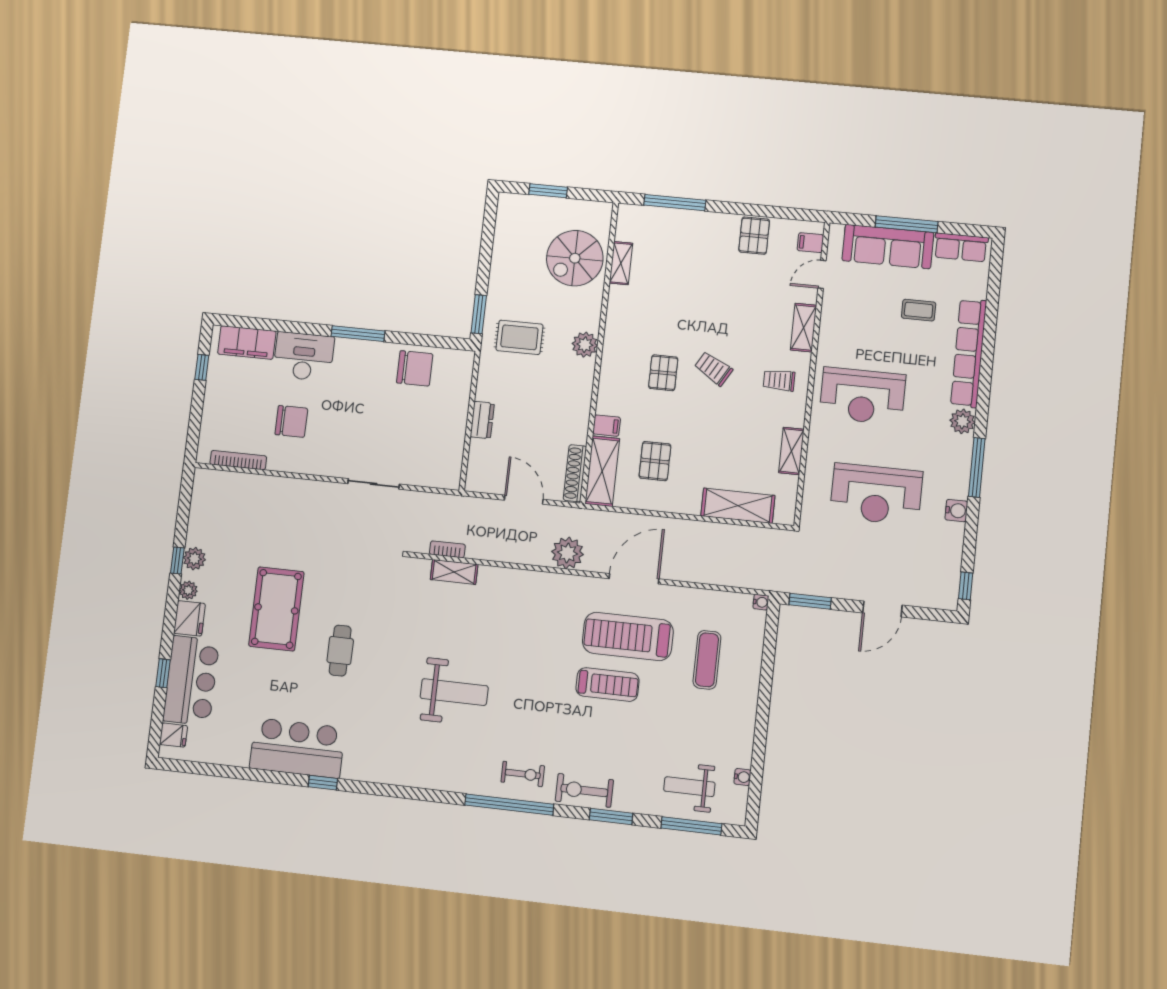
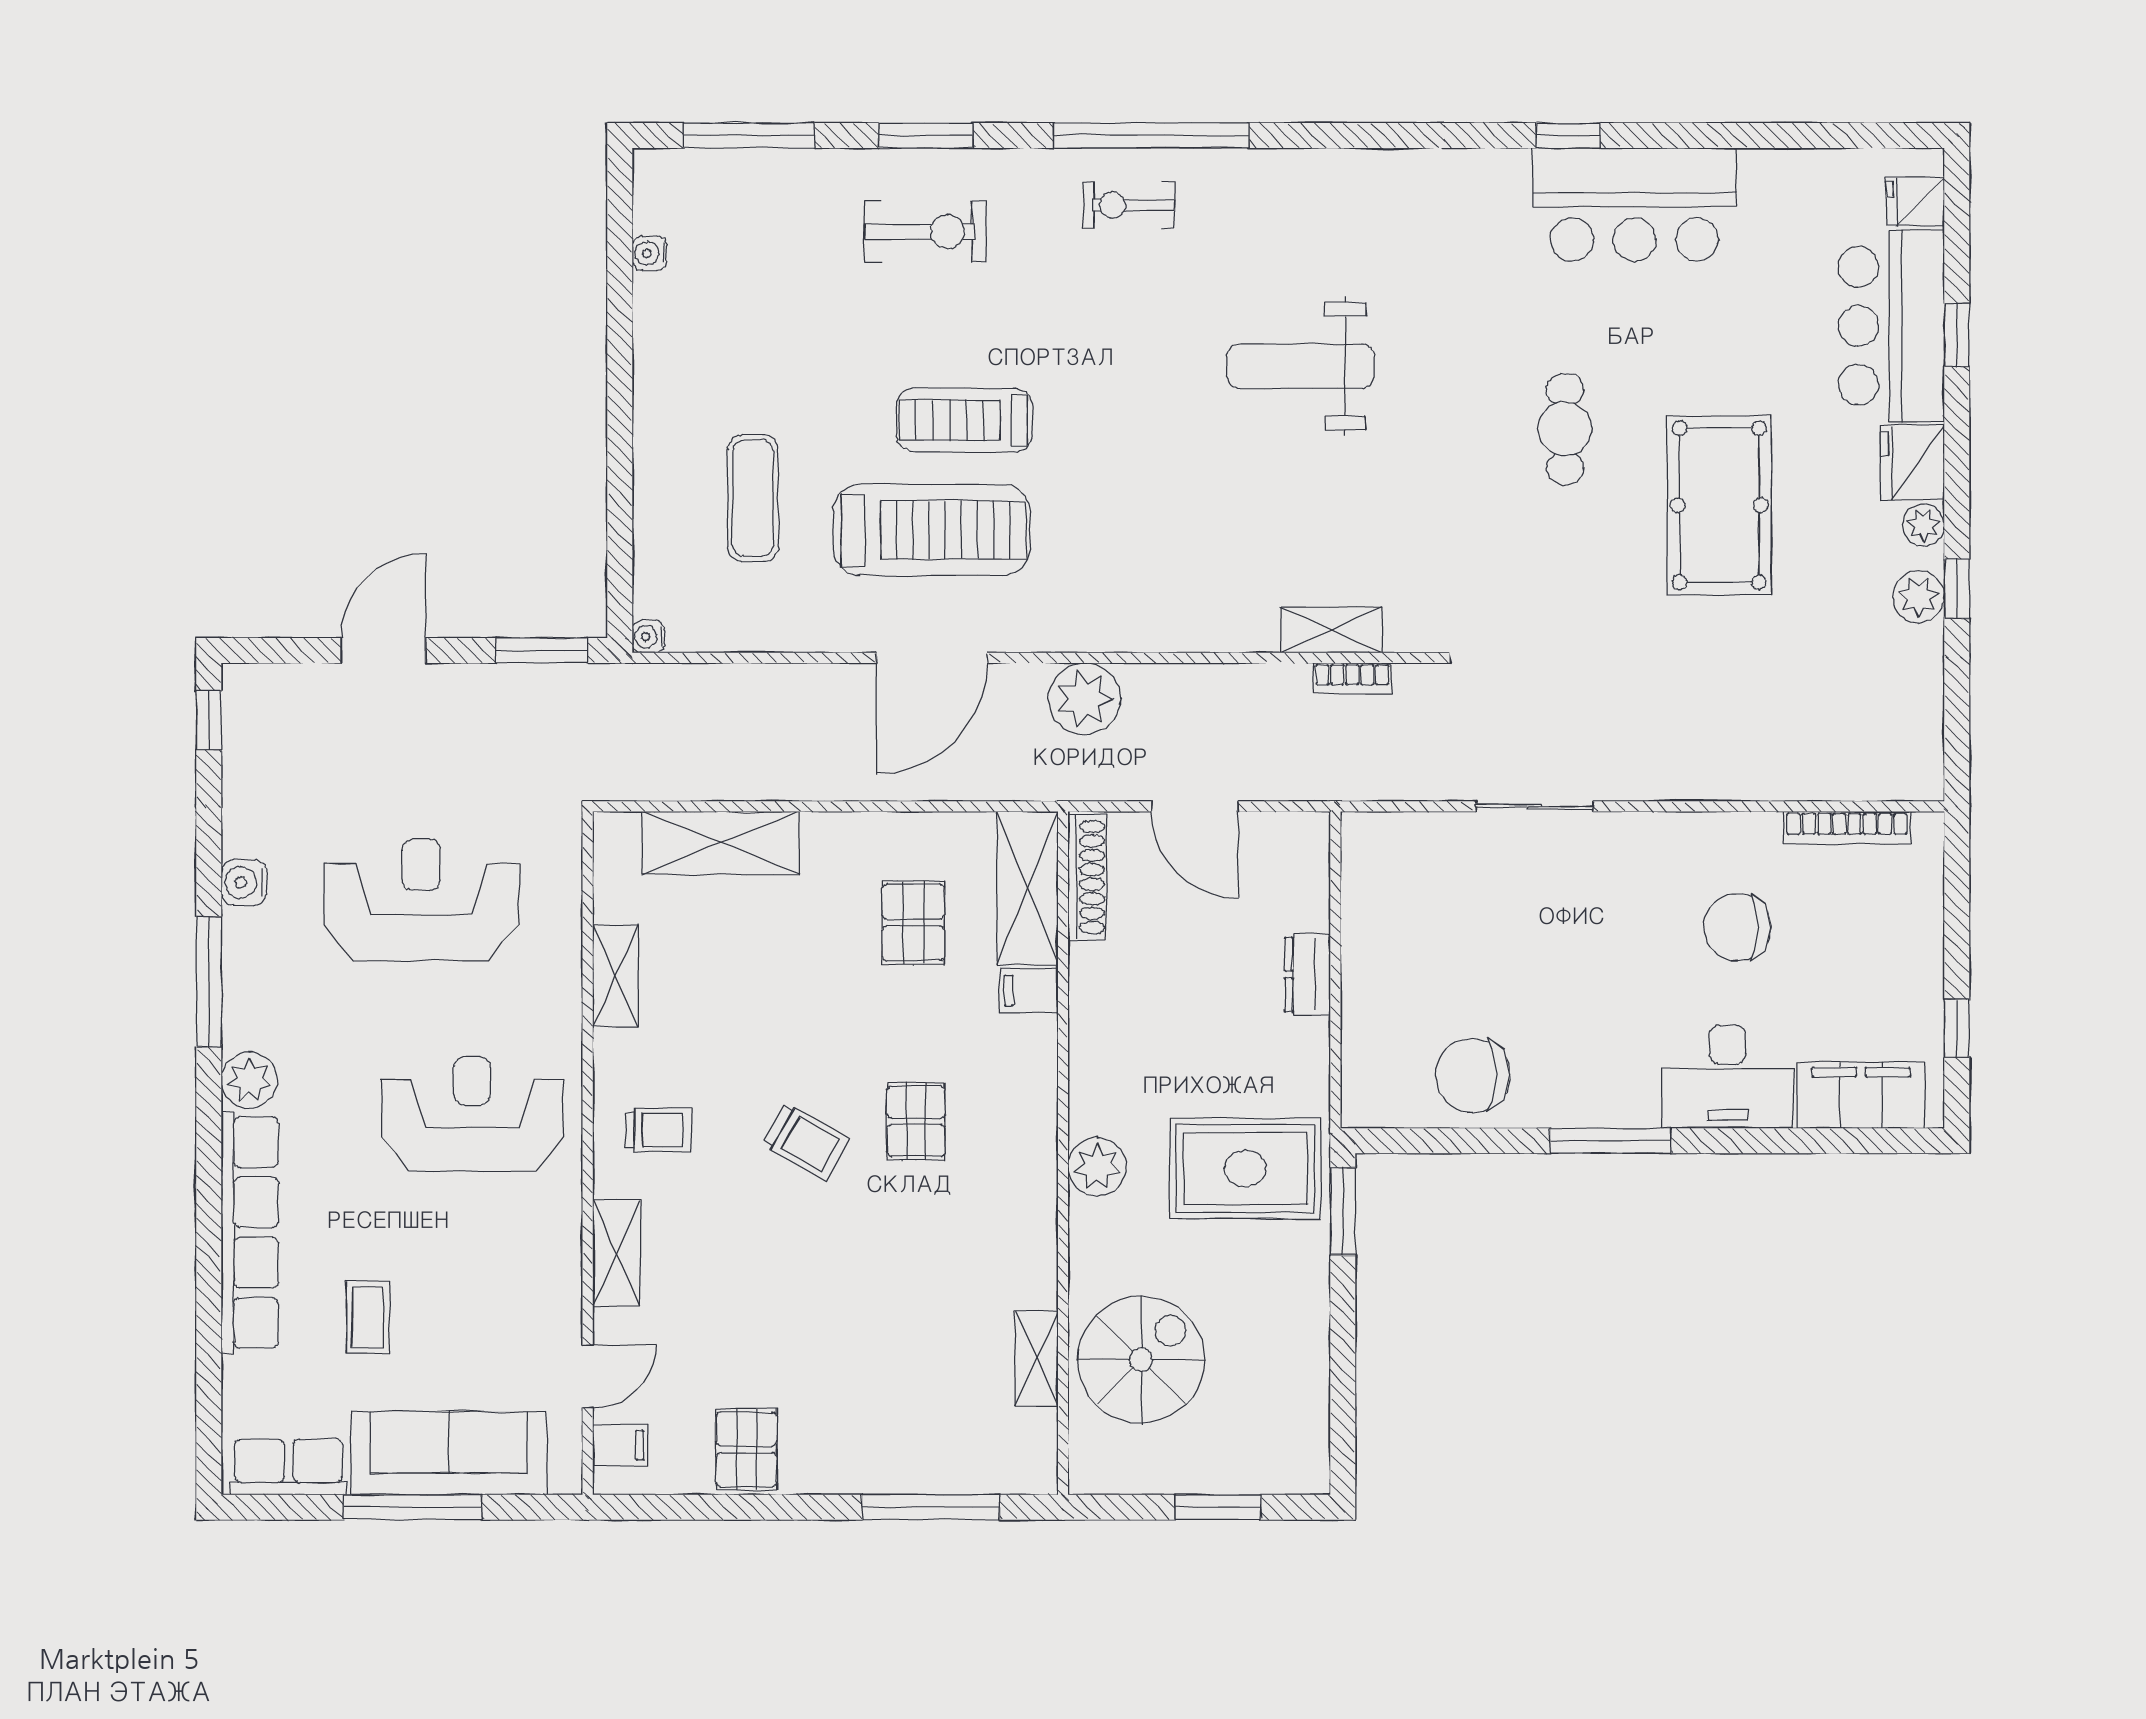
coffee table: (919, 310) -> (368, 1317), turned 90
rug: (519, 337) -> (1245, 1169), width x1.36, depth x1.43
weight bench: (689, 787) -> (762, 219), removed
exercise bike: (584, 790) -> (925, 232), moved

